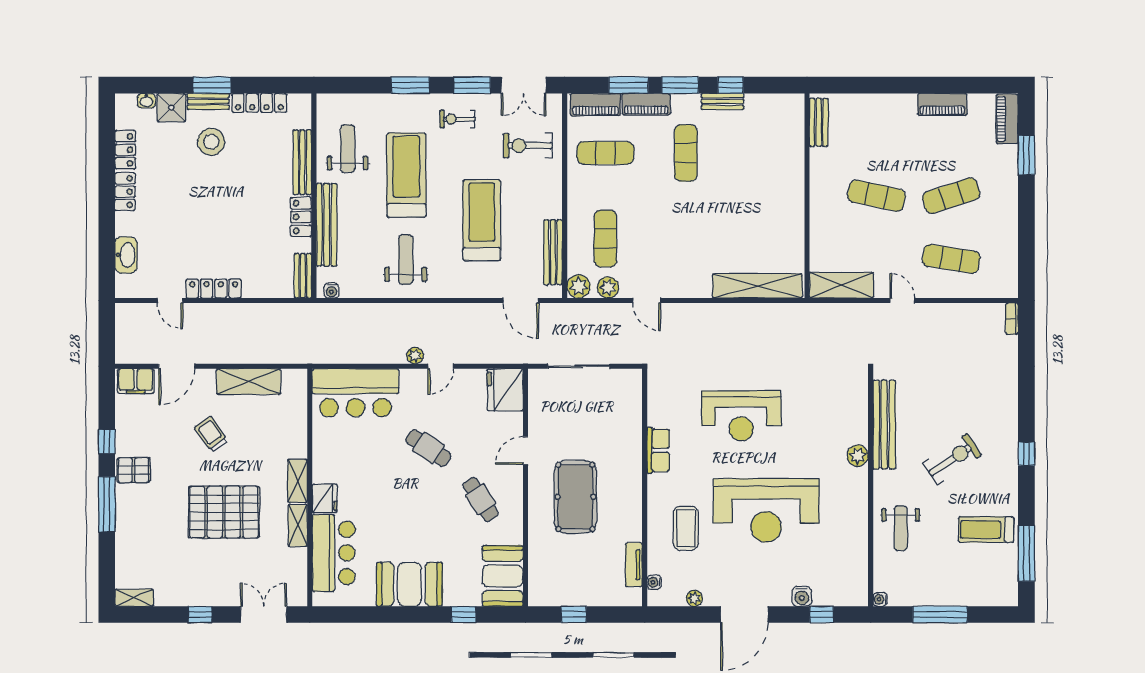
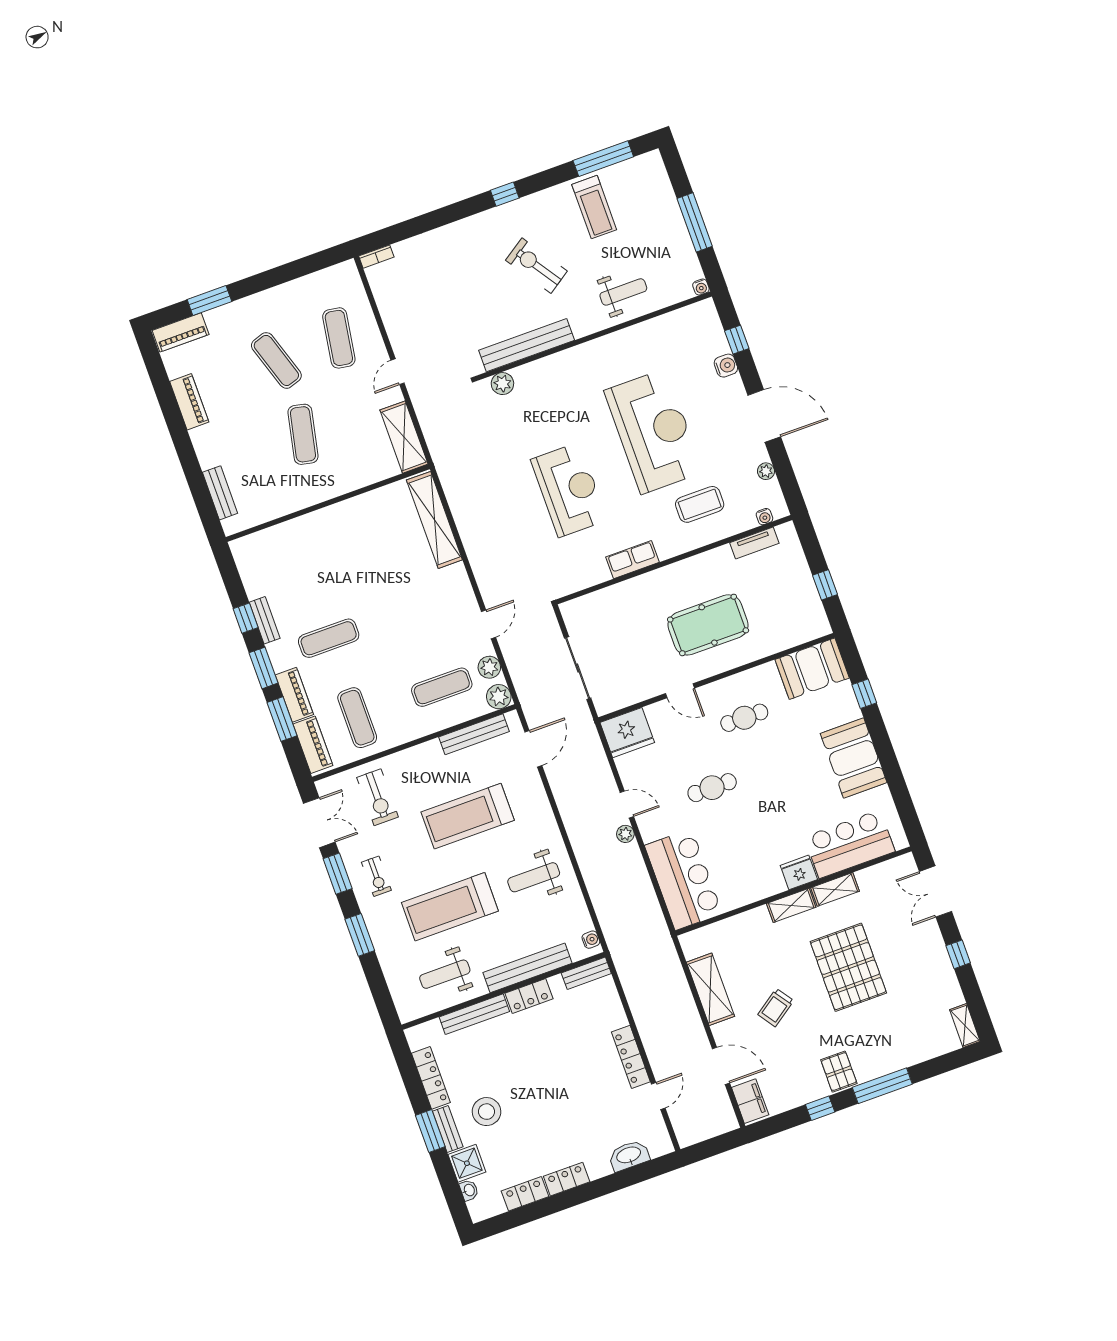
bench: (819, 122) -> (220, 493), moved, turned 90
cafe table: (428, 448) -> (712, 788), turned 56
plant: (858, 456) -> (502, 384), moved
cafe table: (481, 499) -> (744, 718), turned 33

